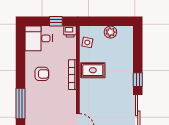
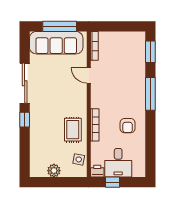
desk: (39, 38) -> (118, 163), moved, turned 90
rug: (93, 70) -> (73, 130), turned 90
armchair: (42, 74) -> (128, 126), turned -90

